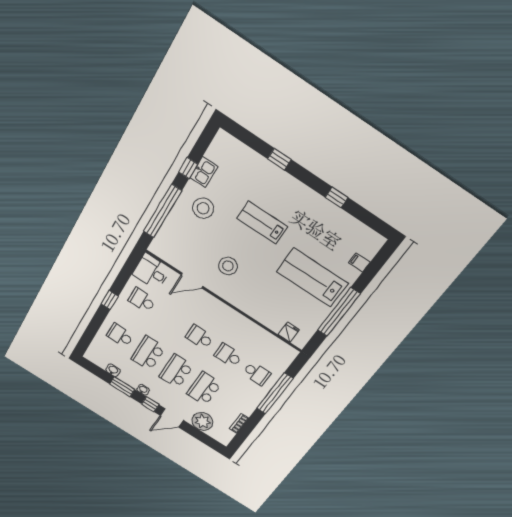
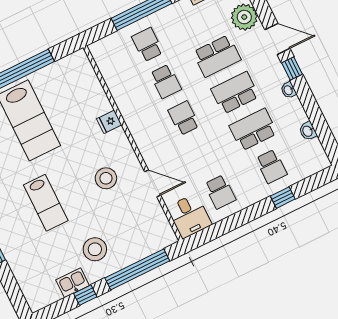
window: (110, 300) -> (283, 198), moved
fridge: (289, 332) -> (109, 122), moved
school desk: (200, 337) -> (184, 118), turned 180
school desk: (148, 353) -> (253, 130), turned 180
school desk: (176, 371) -> (235, 93), turned 180
window: (122, 387) -> (311, 106), removed

